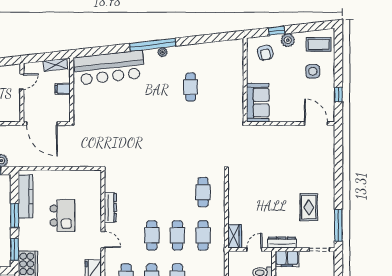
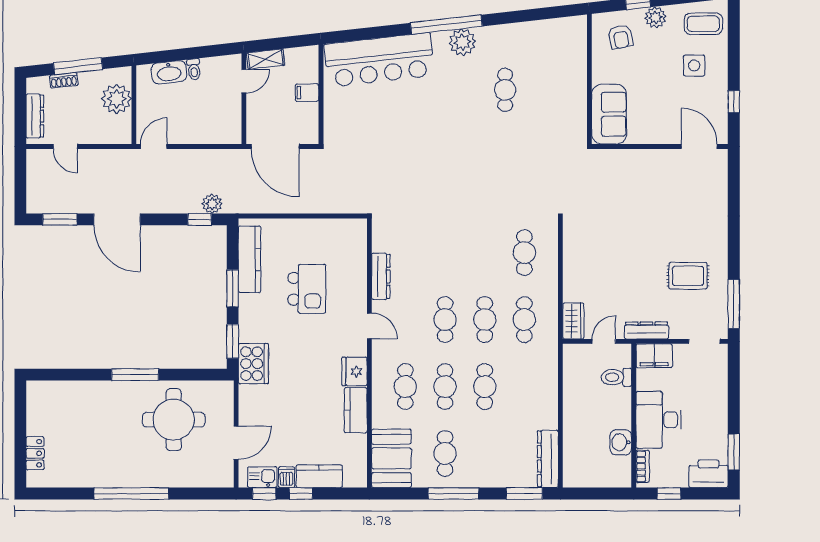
plant: (163, 52) -> (462, 42), width x1.88, depth x1.88
shelving: (55, 65) -> (266, 59), moved
rug: (309, 207) -> (688, 276), turned 90

